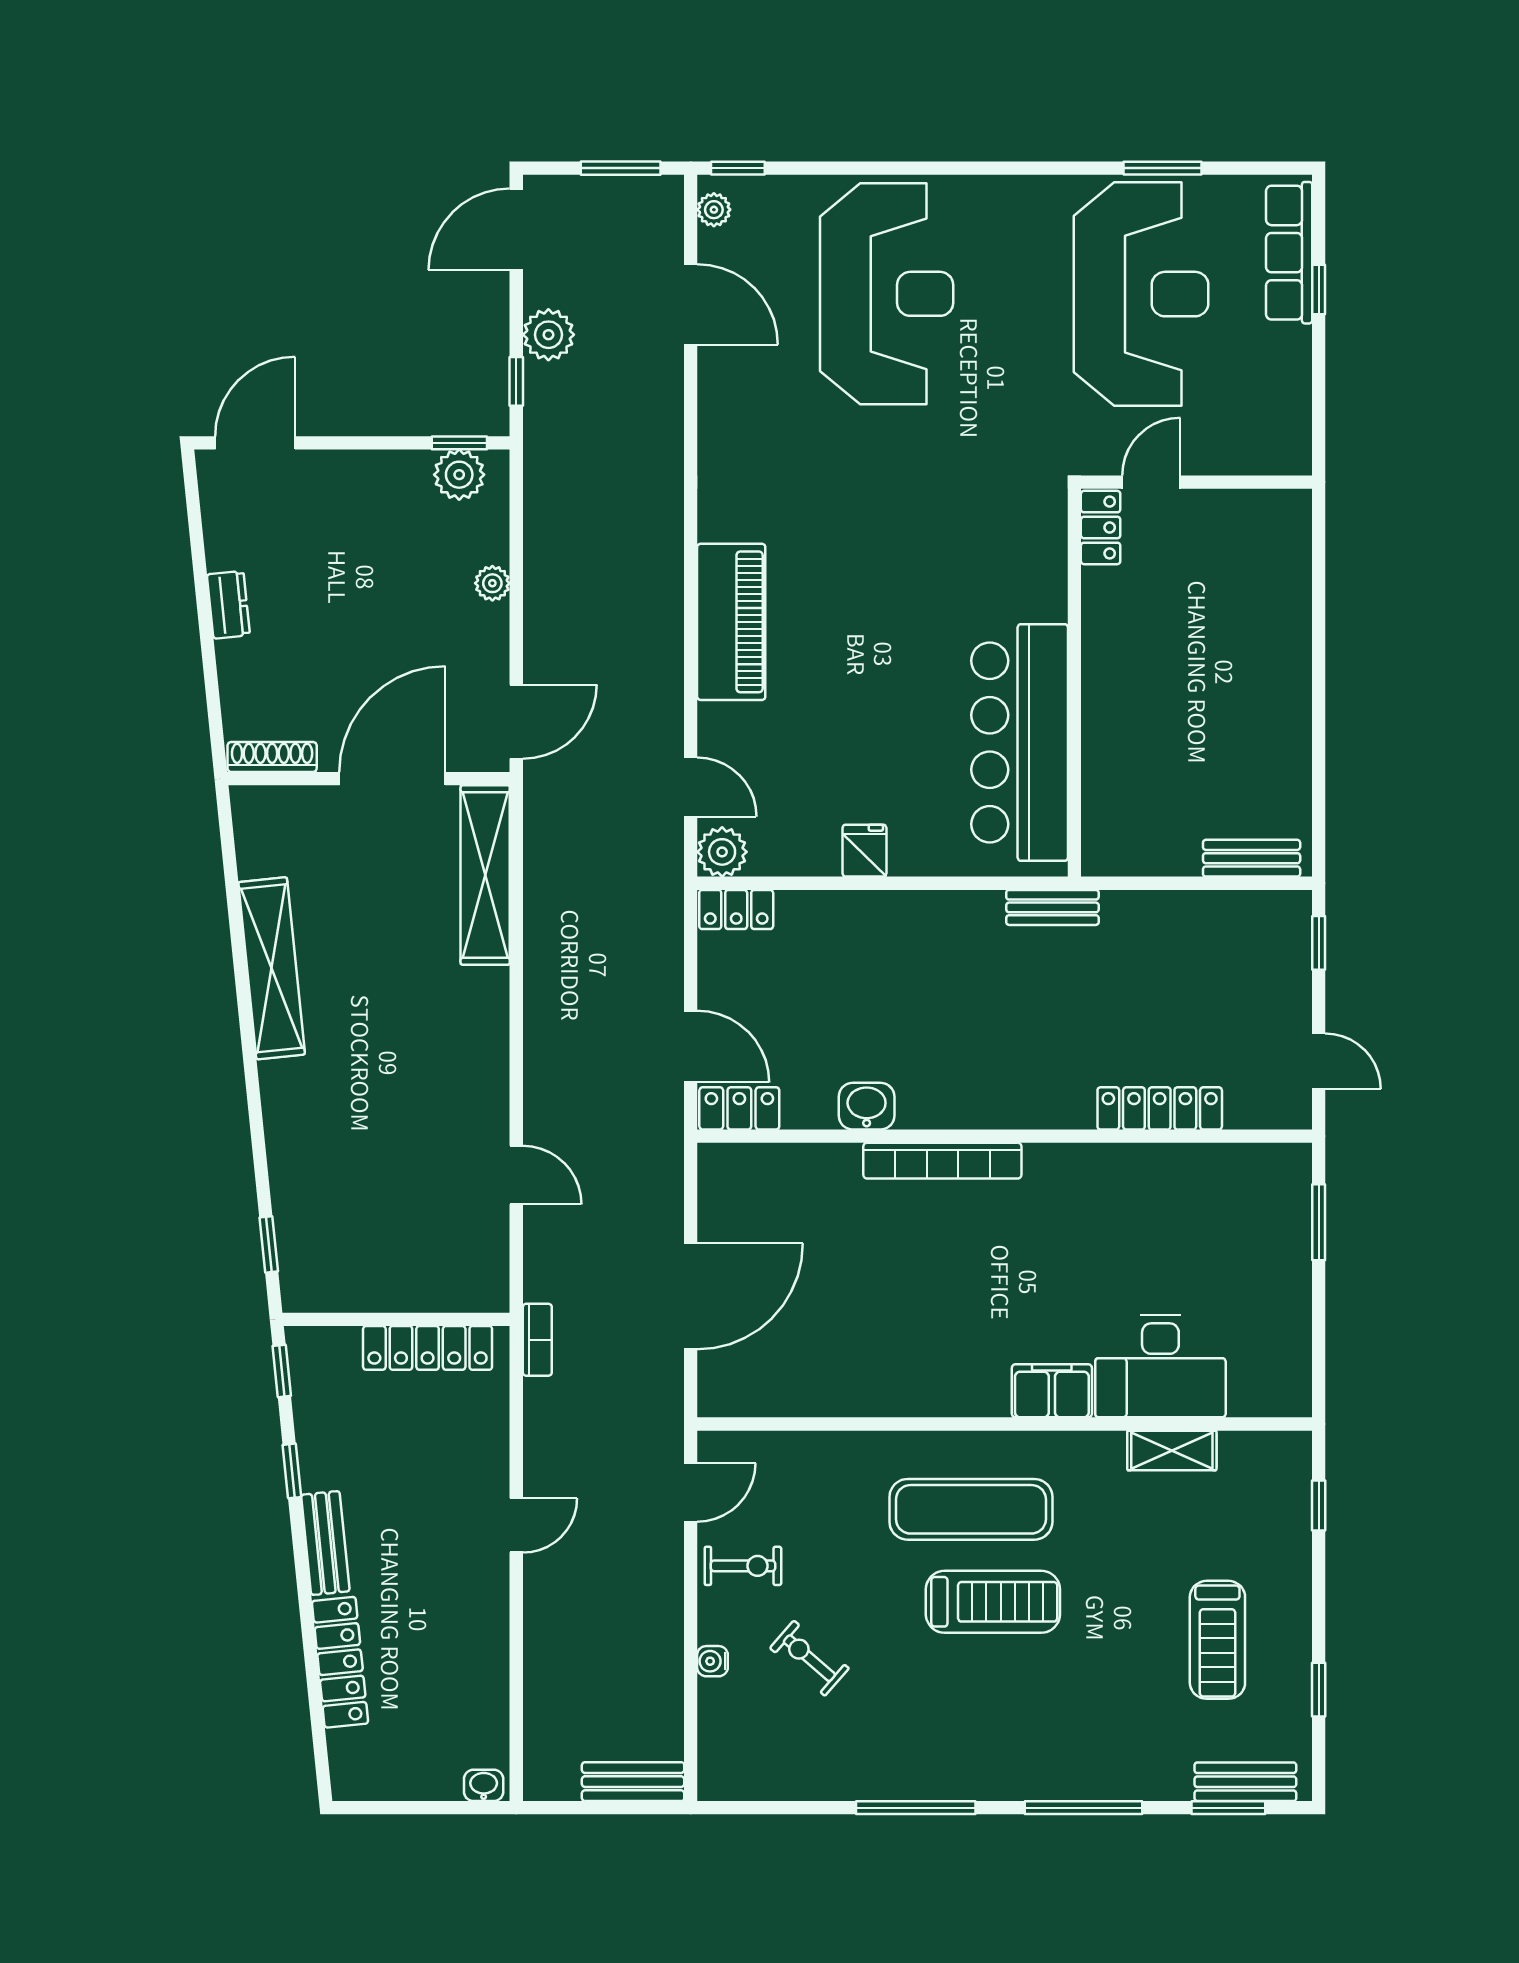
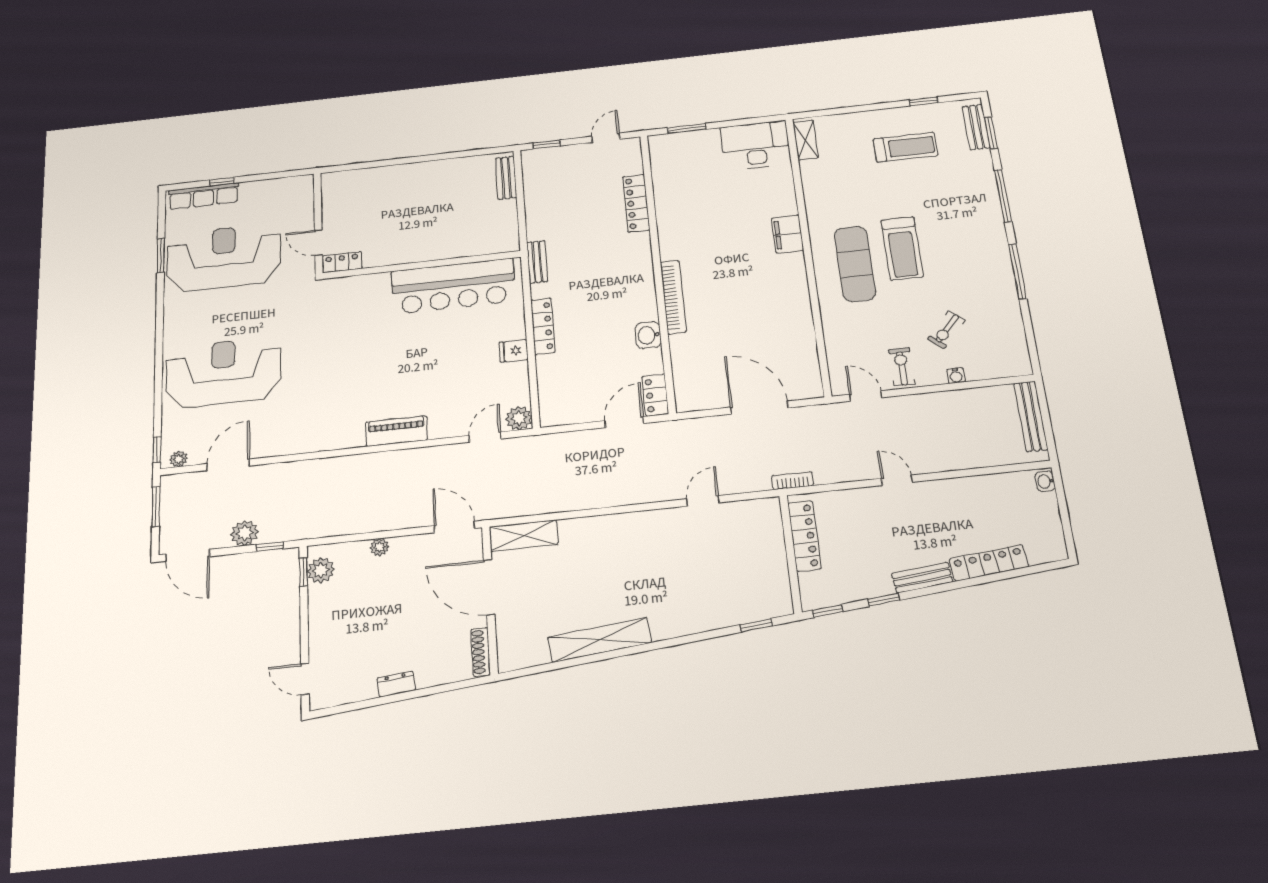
door: (255, 443) -> (305, 679), width x0.73
piano: (731, 622) -> (396, 431), width x0.73, depth x0.75
shelving: (485, 875) -> (524, 536), width x0.68
locker: (736, 909) -> (543, 326), moved, width x1.53
desk: (1160, 1366) -> (756, 145), moved, turned -90
shelving: (1172, 1450) -> (806, 140), moved
window: (1319, 1506) -> (830, 112), removed
treadmill: (993, 1602) -> (902, 248), turned 180
bench: (633, 1782) -> (1031, 416), width x1.36

